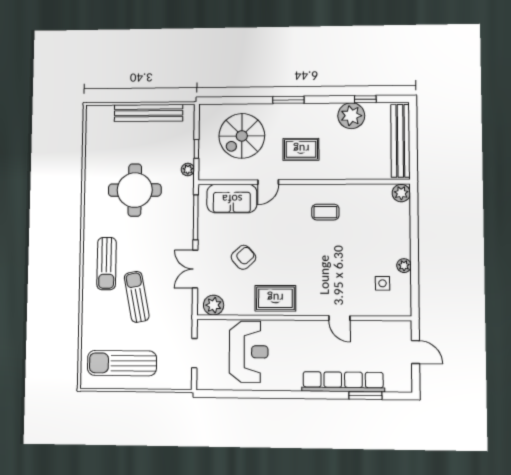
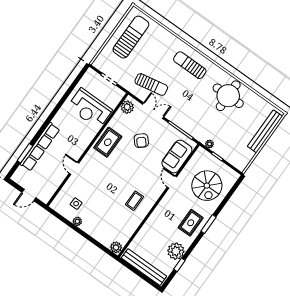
bench: (149, 113) -> (265, 131), moved
spiral stairs: (242, 136) -> (207, 186), turned 180
rug: (301, 149) -> (191, 223), moved
round table: (135, 190) -> (228, 96), moved
sun lounger: (137, 297) -> (151, 85), moved
door: (339, 318) -> (74, 168), hinge flipped

